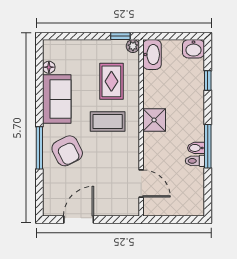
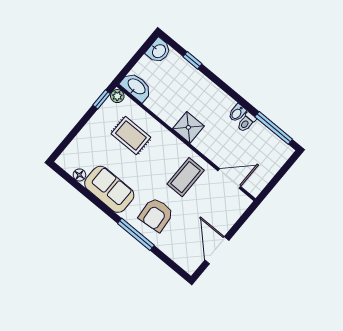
coffee table: (108, 121) -> (186, 177), moved
window: (208, 146) -> (274, 128), moved
armchair: (67, 151) -> (156, 215), turned 112

